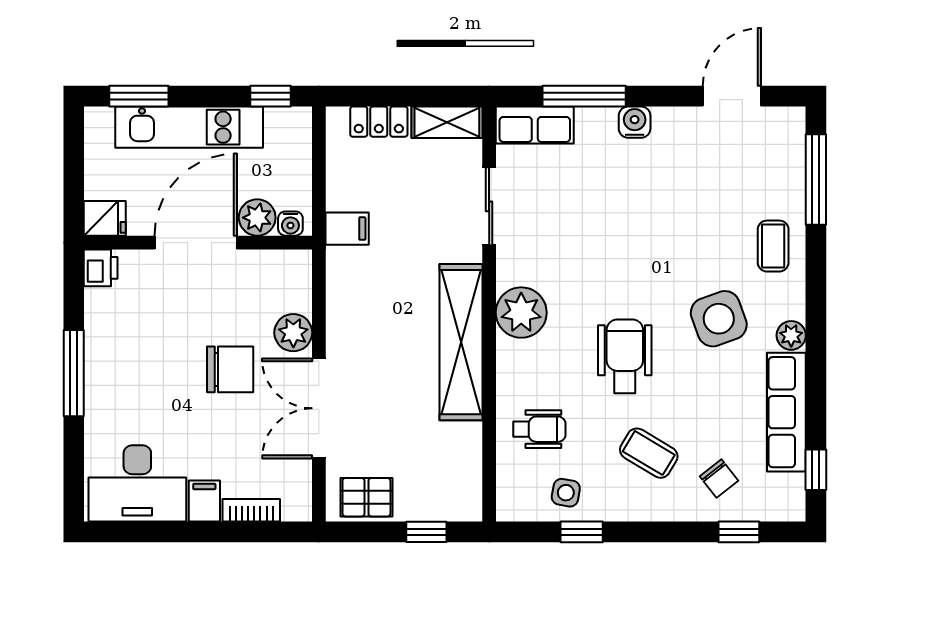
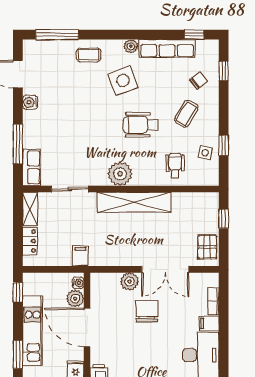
water cooler: (635, 122) -> (30, 102), moved

